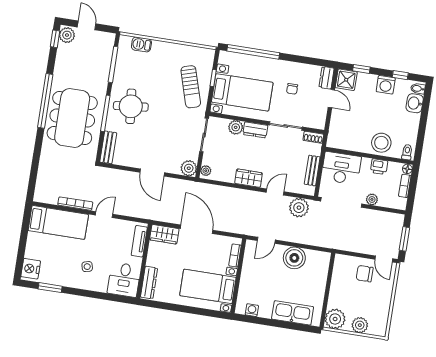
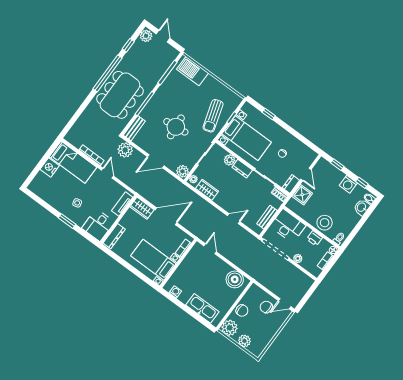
window: (55, 39) -> (128, 45), moved
barbecue: (141, 44) -> (192, 71), width x1.88, depth x1.53
window: (253, 52) -> (269, 114), width x0.32
dresser: (327, 78) -> (291, 184), moved
shower: (346, 80) -> (302, 195), moved
round table: (131, 106) -> (176, 127), moved
door: (152, 173) -> (156, 161), hinge flipped
wardrobe: (248, 178) -> (207, 190), moved
plant: (299, 208) -> (125, 150), moved
door: (104, 215) -> (107, 173), hinge flipped
door: (197, 229) -> (166, 216), hinge flipped
window: (404, 239) -> (306, 297), removed
door: (266, 240) -> (210, 249), swing flipped
boiler: (294, 258) -> (235, 279), moved
door: (384, 259) -> (285, 304), hinge flipped
nightstand: (31, 269) -> (50, 167), moved
window: (50, 288) -> (67, 221), moved
chair: (339, 292) -> (242, 311), added

